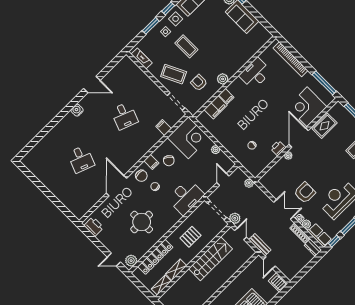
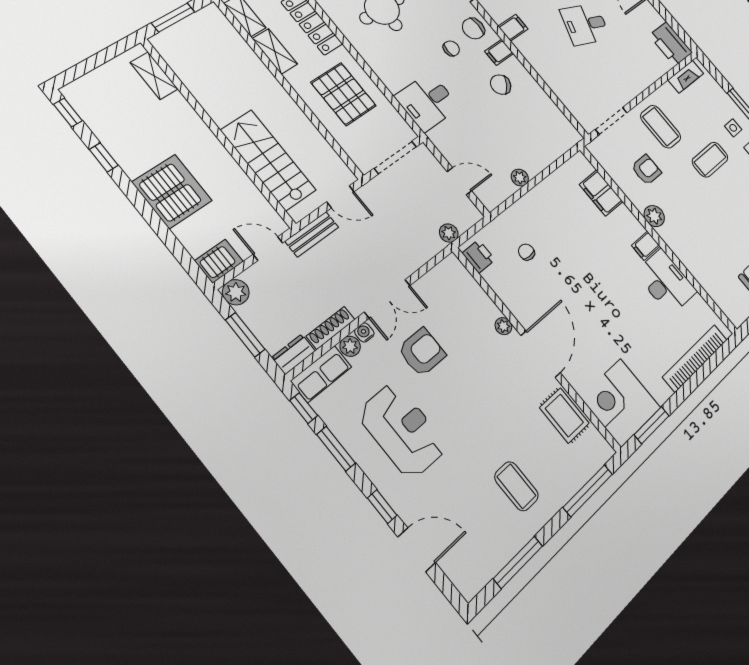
printer: (124, 67) -> (671, 44), added
coffee table: (174, 74) -> (661, 127), turned -64
window: (324, 83) -> (652, 425), width x0.69
filing cabinet: (226, 96) -> (646, 246), moved
corner desk: (307, 107) -> (621, 403), moved, turned -90
filing cabinet: (164, 127) -> (513, 28), moved
corner desk: (188, 138) -> (544, 130), removed
door: (299, 138) -> (541, 354), hinge flipped
printer: (278, 148) -> (479, 256), moved
armchair: (305, 193) -> (422, 352), turned -90
desk: (186, 197) -> (427, 102), width x0.73
plant: (235, 218) -> (236, 292), moved
pallet: (191, 237) -> (344, 94), width x1.50, depth x1.42
stairs: (210, 259) -> (268, 160), moved, turned 180
window: (307, 268) -> (245, 335), added

